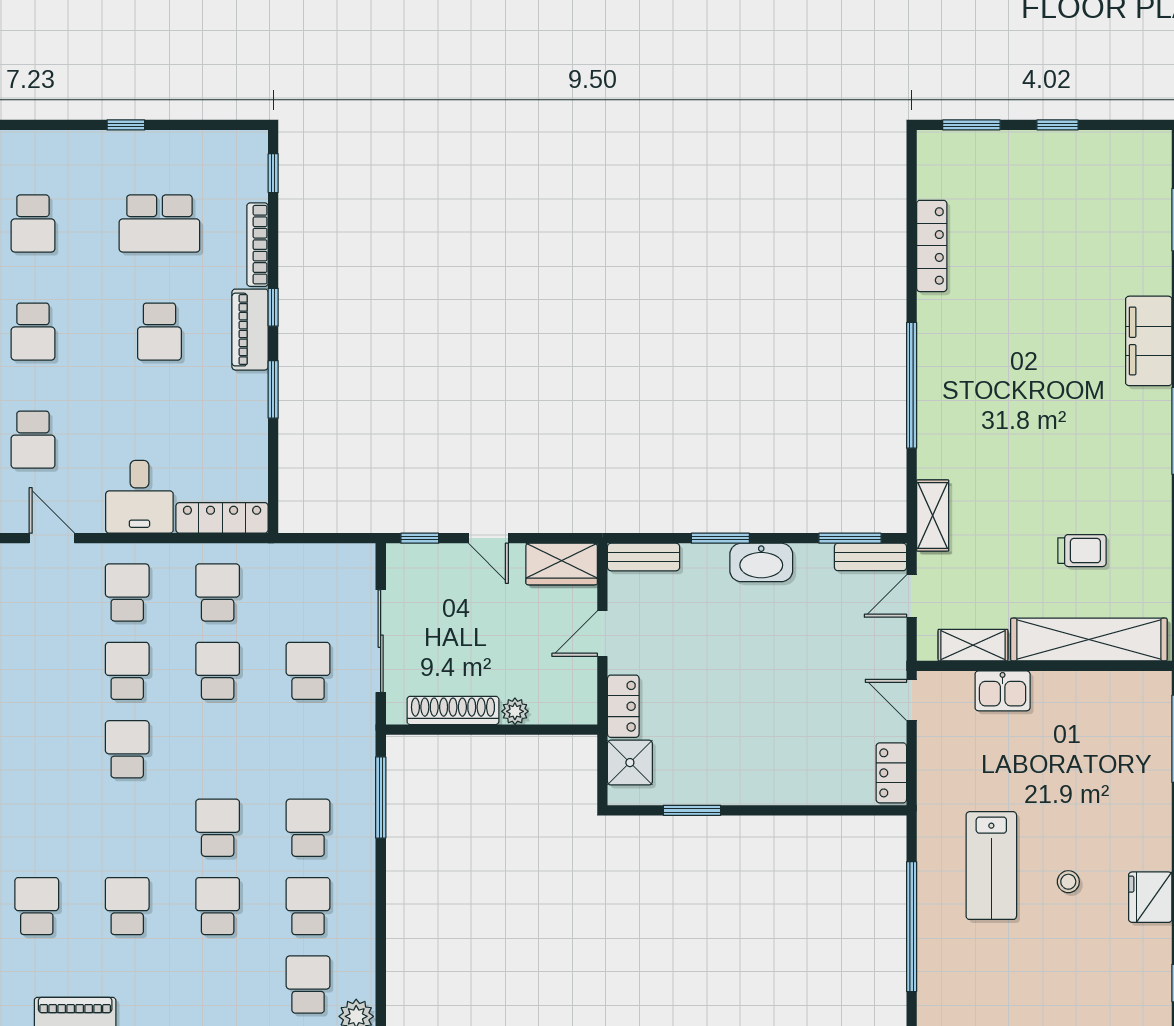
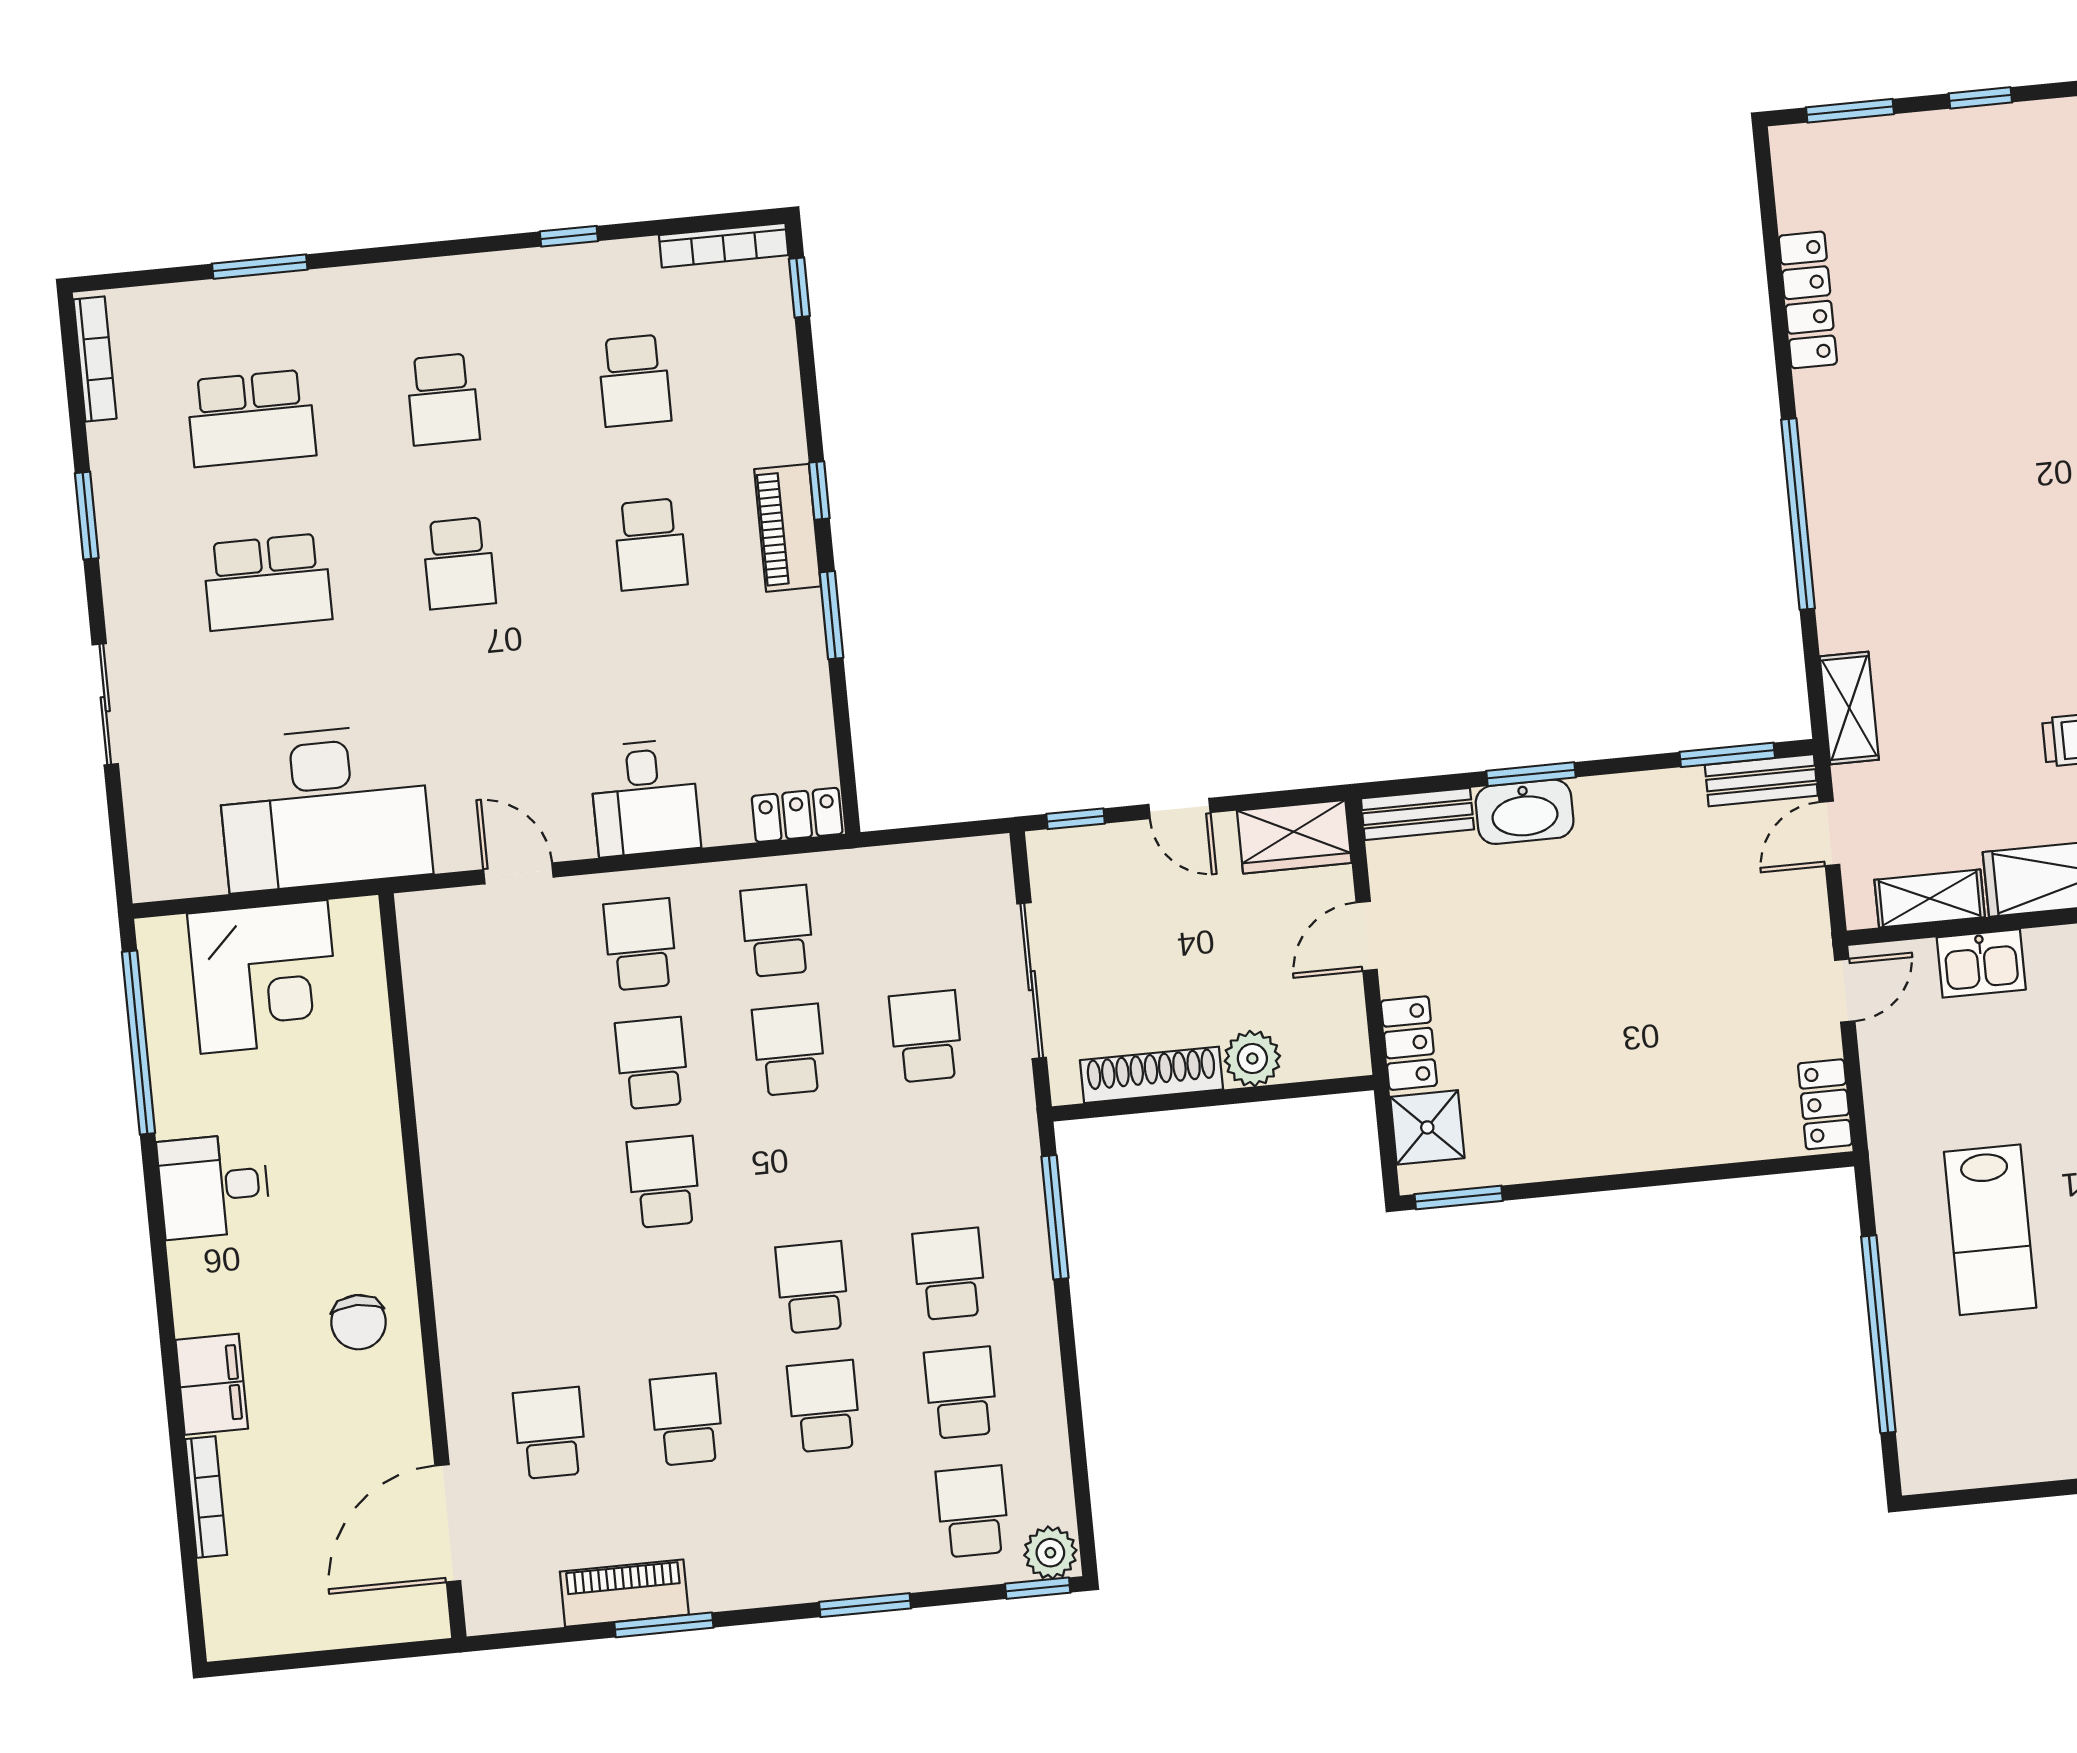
school desk: (159, 223) -> (634, 381), width x0.54
bookcase: (257, 245) -> (724, 245), moved, turned -90
school desk: (33, 440) -> (475, 727), removed
locker: (222, 518) -> (797, 815), width x0.66
washbasin: (761, 562) -> (1525, 812), moved
door: (912, 700) -> (1845, 991), swing flipped
plant: (515, 711) -> (1252, 1059), width x1.38, depth x1.38
window: (692, 810) -> (1459, 1197), moved

